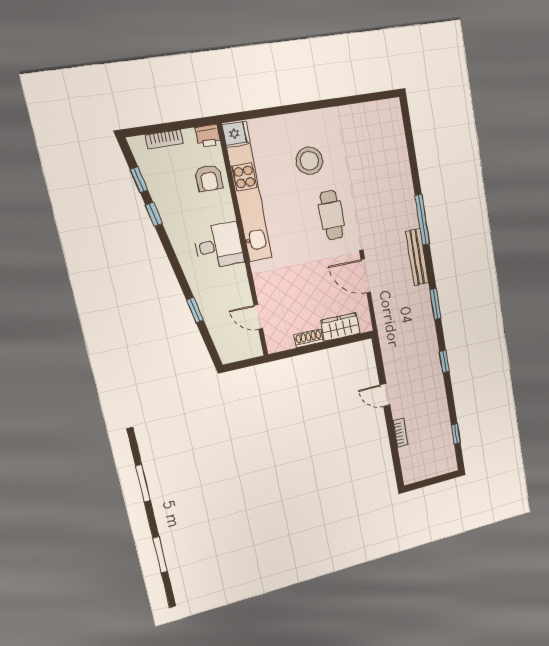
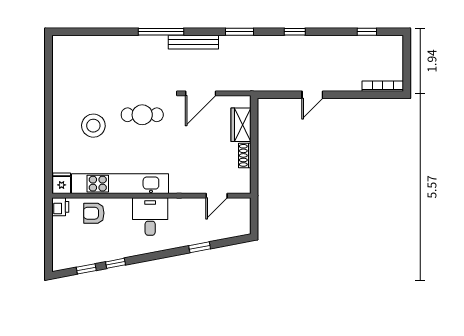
bookcase: (164, 139) -> (58, 242), removed
armchair: (209, 178) -> (94, 213), turned 180
bookcase: (400, 433) -> (383, 86), moved, width x1.56

